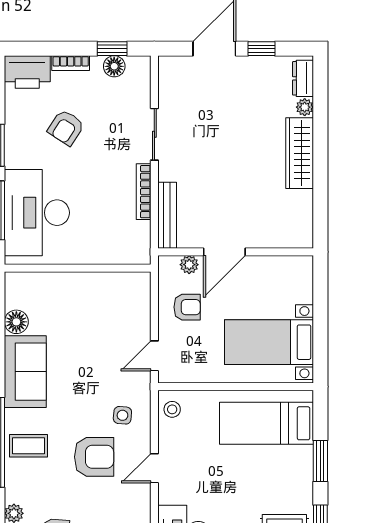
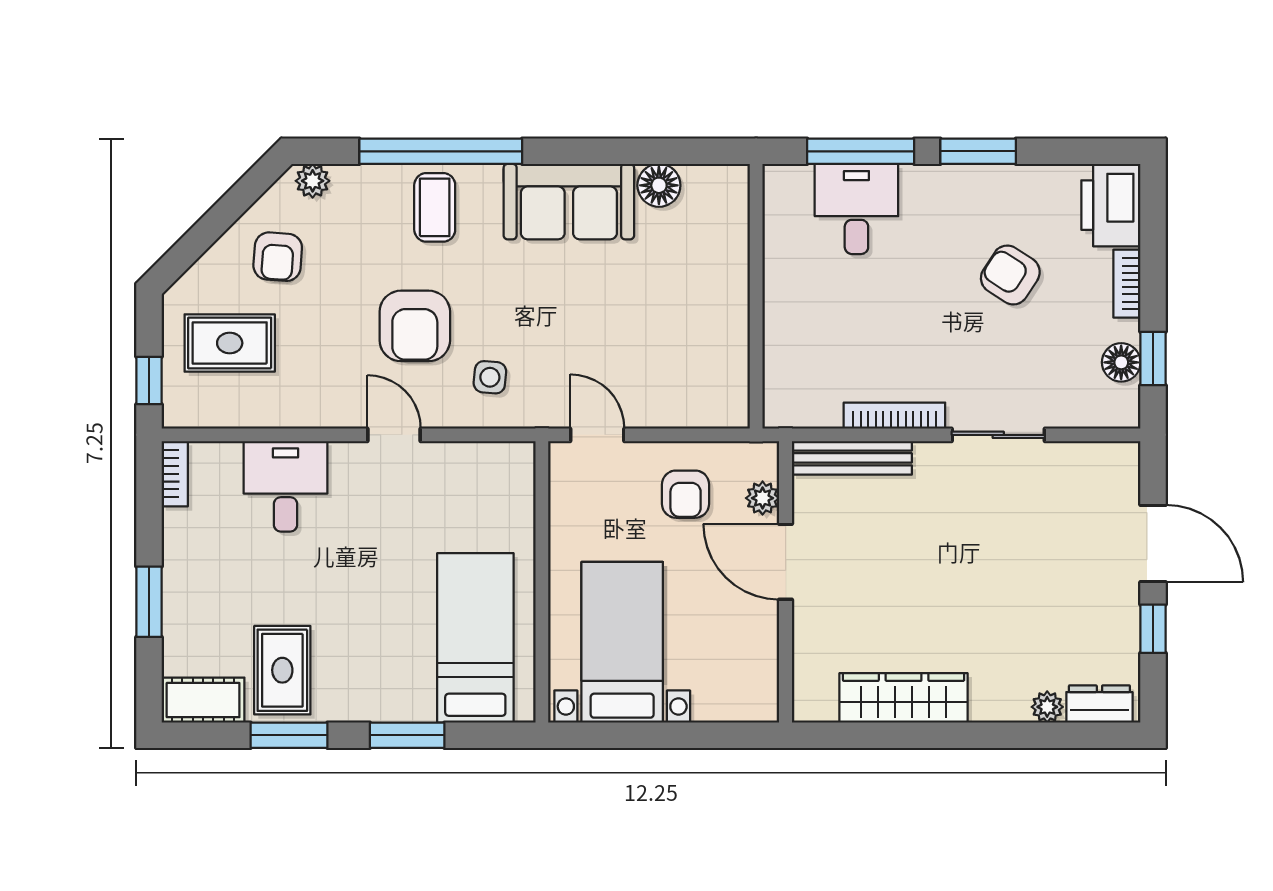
wardrobe: (300, 153) -> (904, 698), moved
desk: (37, 213) -> (856, 209), width x0.53, depth x0.77
stool: (172, 409) -> (501, 467), removed

